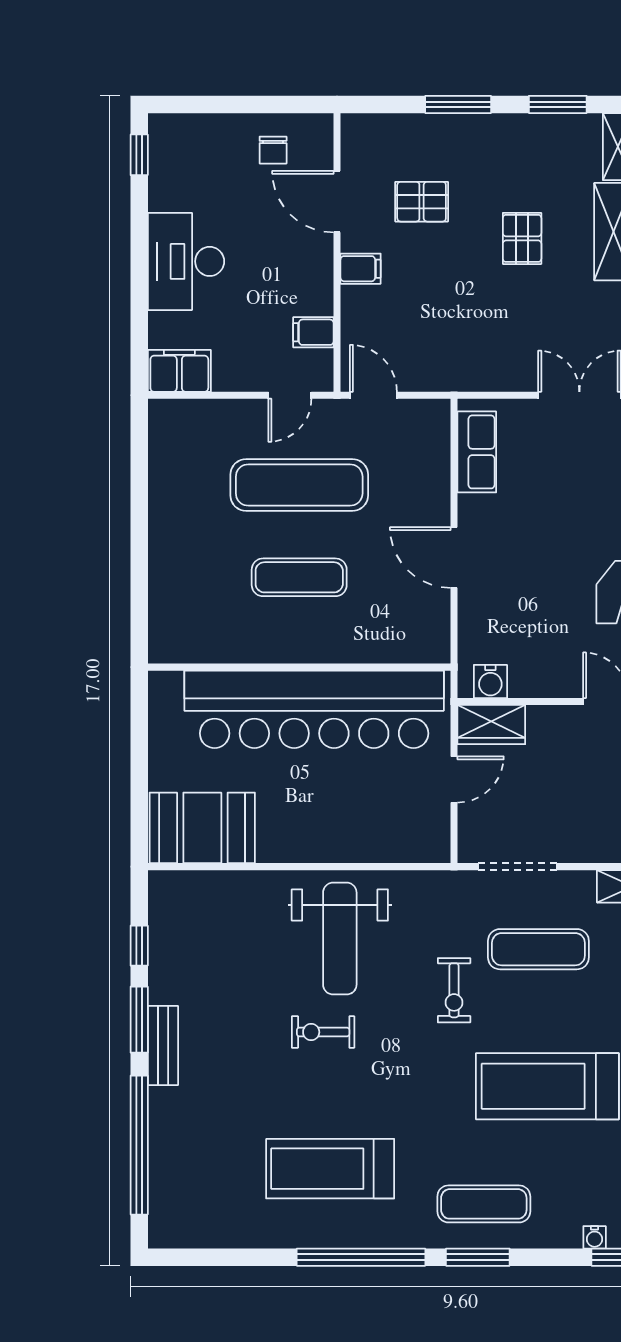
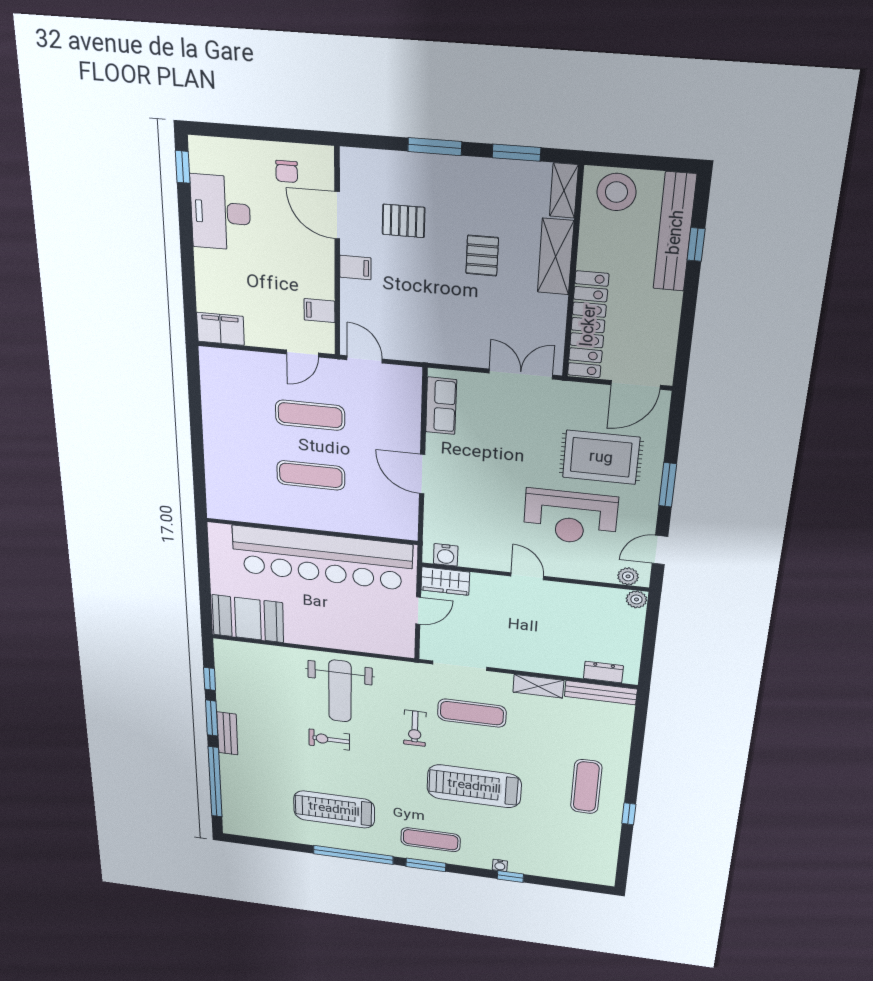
desk: (186, 261) -> (221, 213), moved
exercise mat: (299, 485) -> (310, 415), width x0.73, depth x0.69

